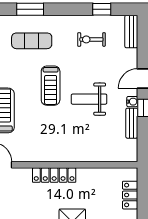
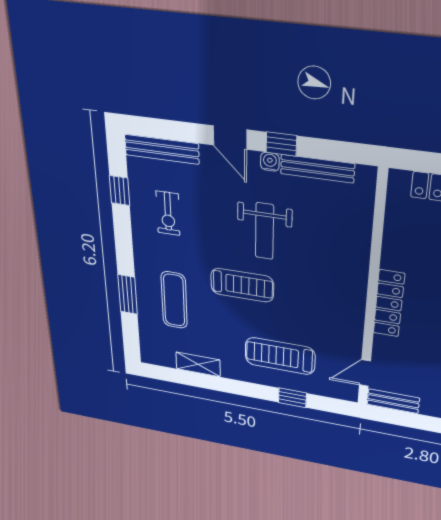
bench: (131, 31) -> (162, 149), width x1.36
bench: (132, 123) -> (317, 169), width x1.36

